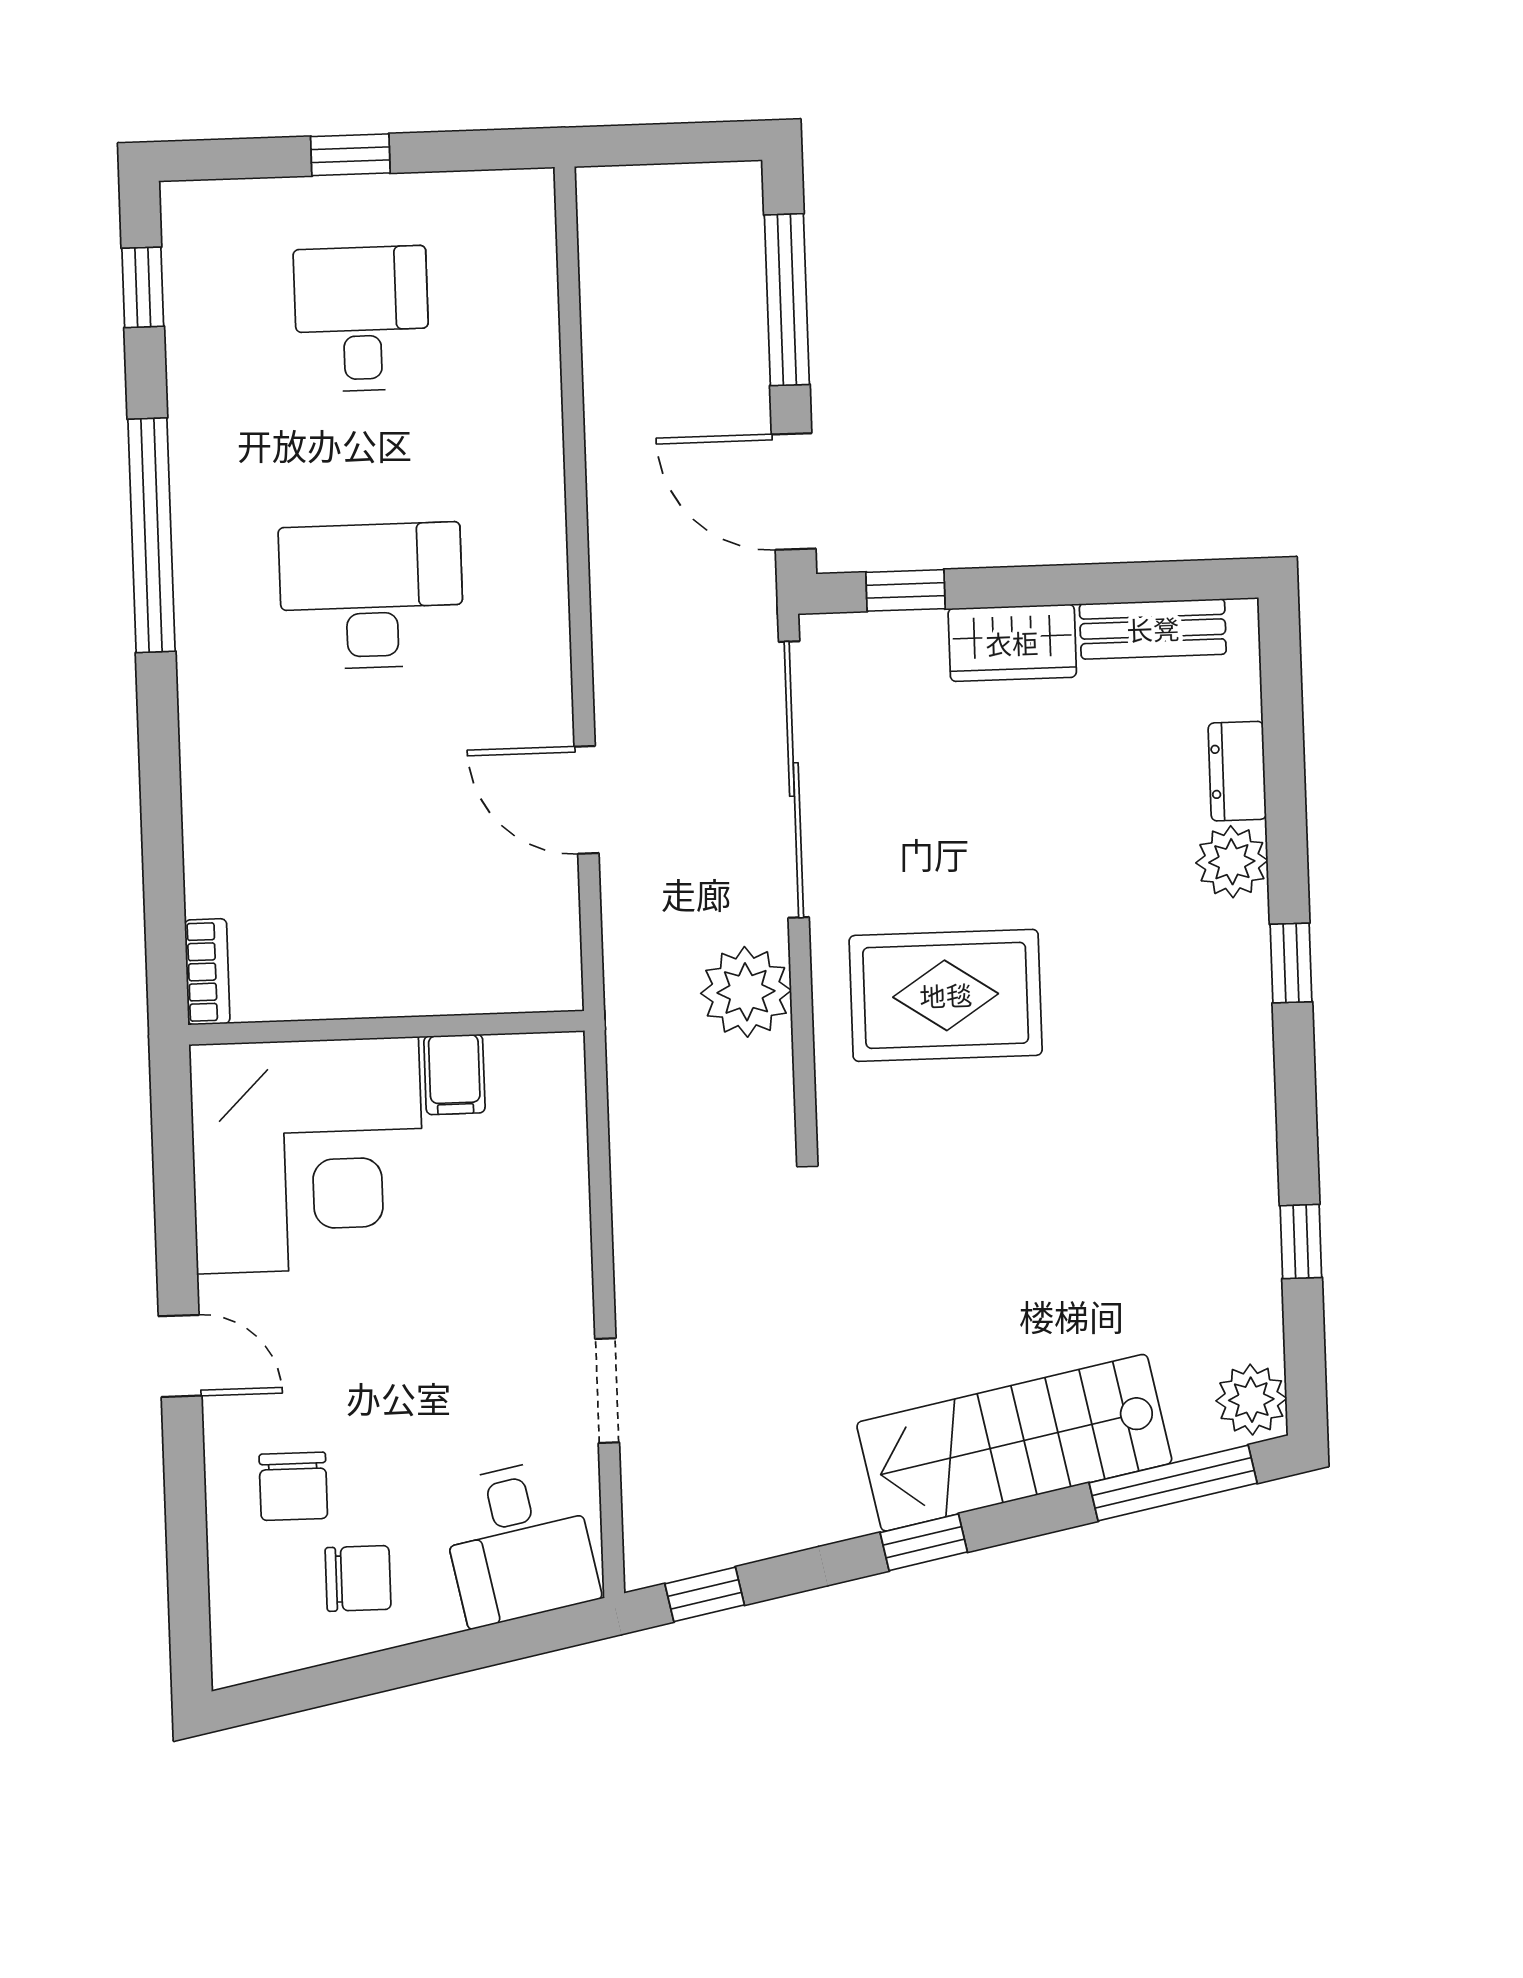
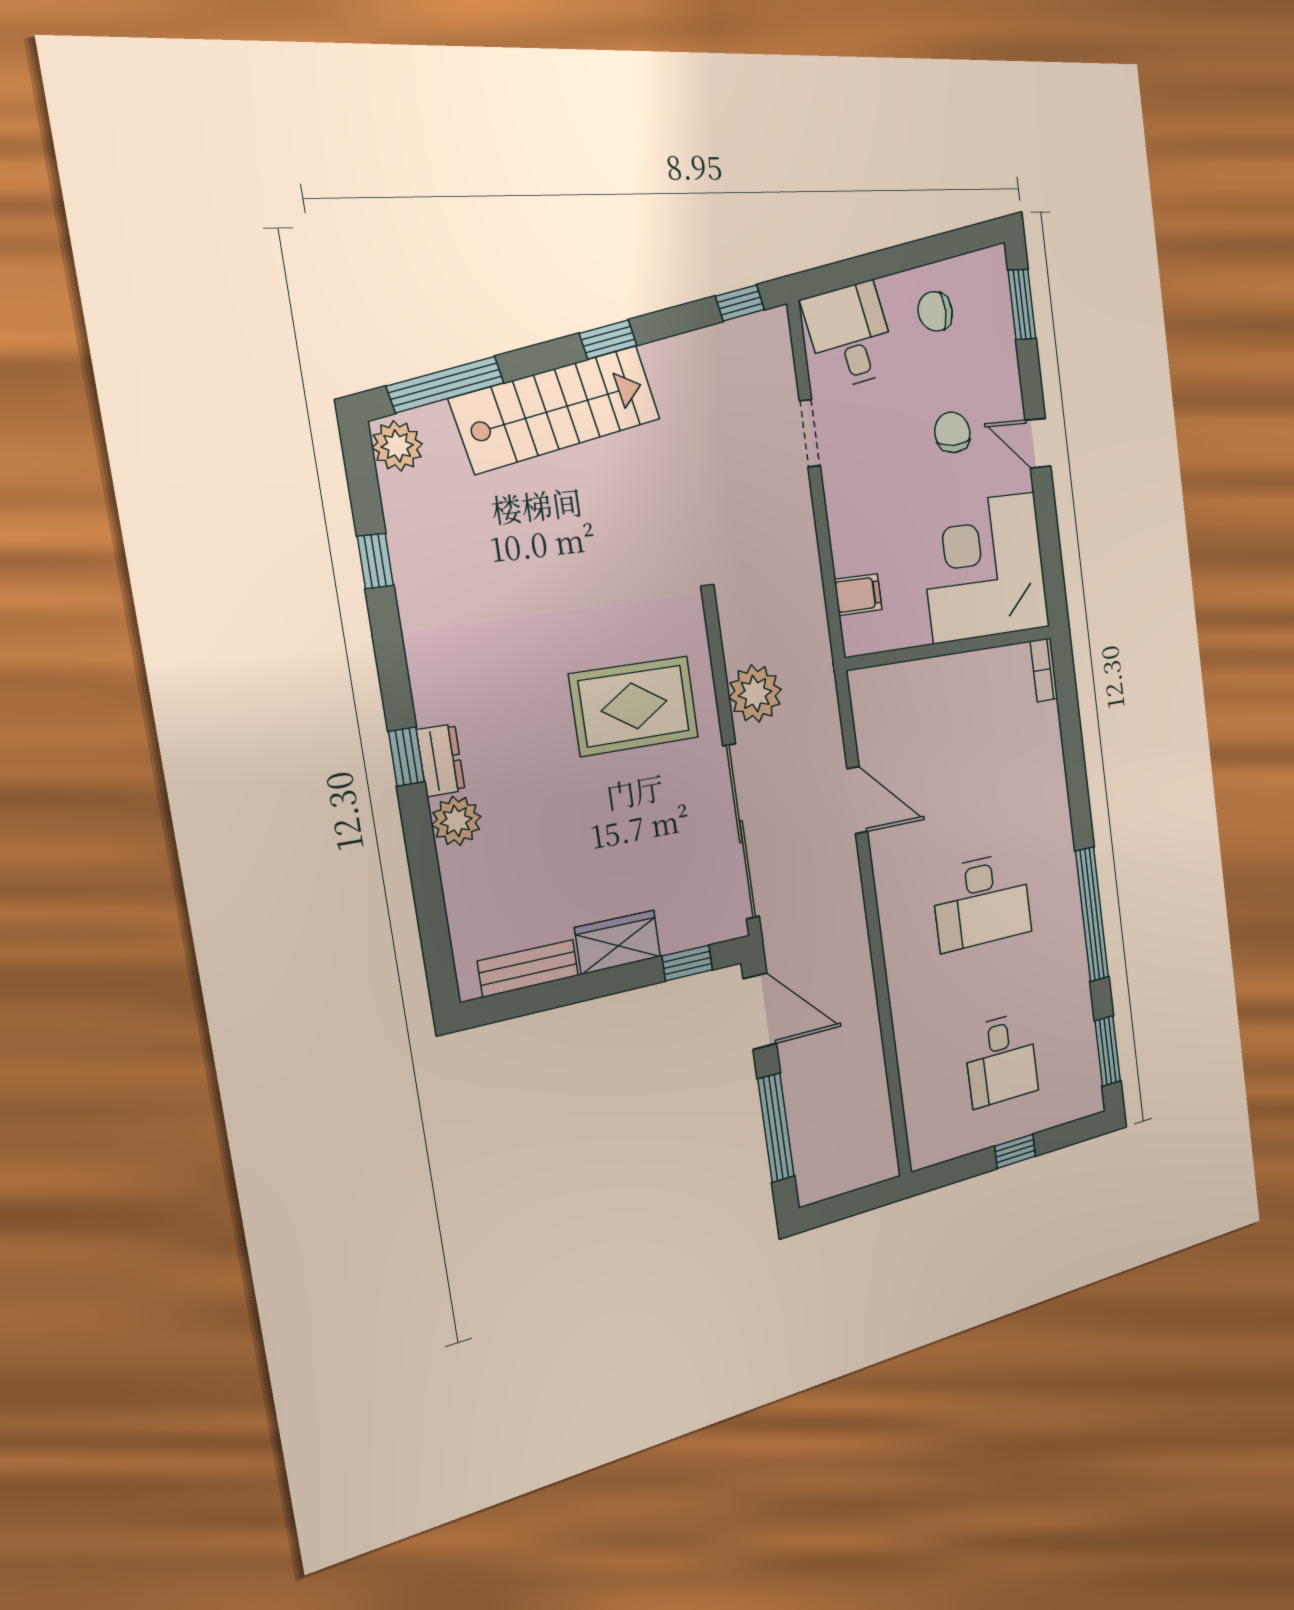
window: (143, 287) -> (1108, 1051), width x1.50
dresser: (1237, 771) -> (441, 760), moved
filing cabinet: (454, 1074) -> (858, 595), moved, turned 90
chair: (293, 1486) -> (952, 432), moved
window: (188, 1588) -> (1022, 305), added

